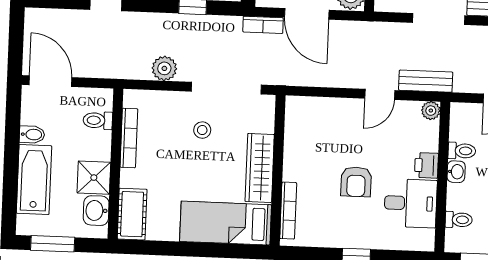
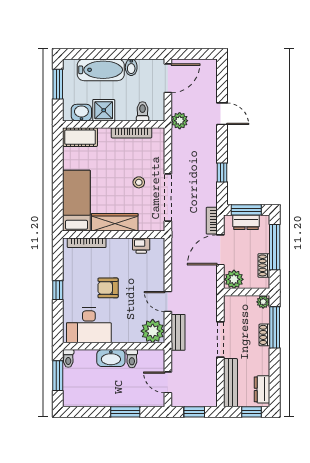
plant: (164, 68) -> (180, 121), moved
plant: (431, 111) -> (153, 331), width x1.88, depth x1.88
printer: (426, 165) -> (141, 246), moved, turned 180
washbasin: (456, 172) -> (111, 358), width x1.91, depth x1.45
desk: (411, 203) -> (89, 325), width x1.37
toilet: (459, 220) -> (68, 358), moved

